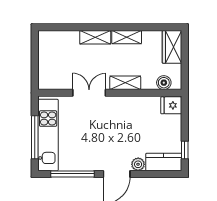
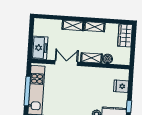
freezer: (49, 73) -> (40, 48), added
boiler: (164, 83) -> (108, 59), moved
fridge: (171, 105) -> (121, 86), moved

